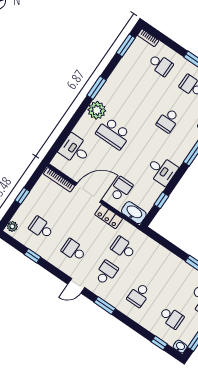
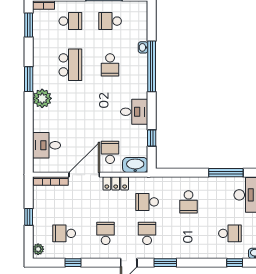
school desk: (113, 133) -> (70, 65), moved, turned -90
school desk: (74, 250) -> (106, 233), turned 90
school desk: (139, 295) -> (189, 202), moved

